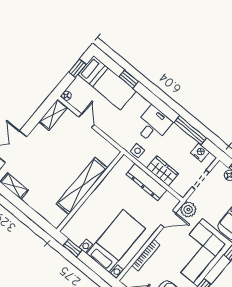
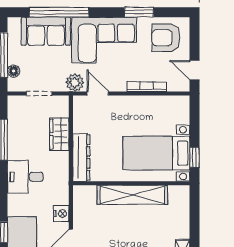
side table: (137, 151) -> (60, 171), removed
nightstand: (200, 152) -> (61, 213), moved, turned 180
dresser: (146, 182) -> (81, 157), moved
bed with nightstands: (116, 241) -> (156, 153), moved

